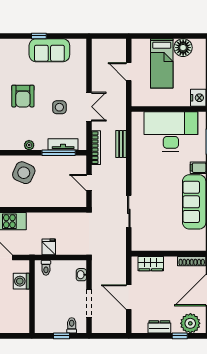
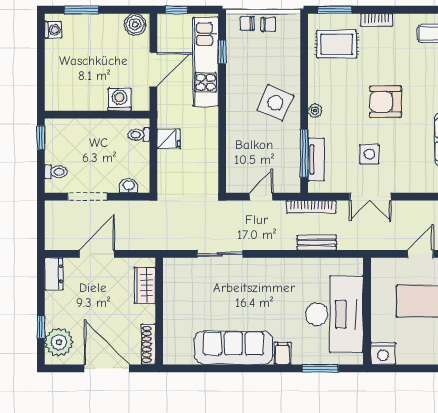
dresser: (159, 327) -> (54, 274), moved
window: (61, 336) -> (41, 138), moved

